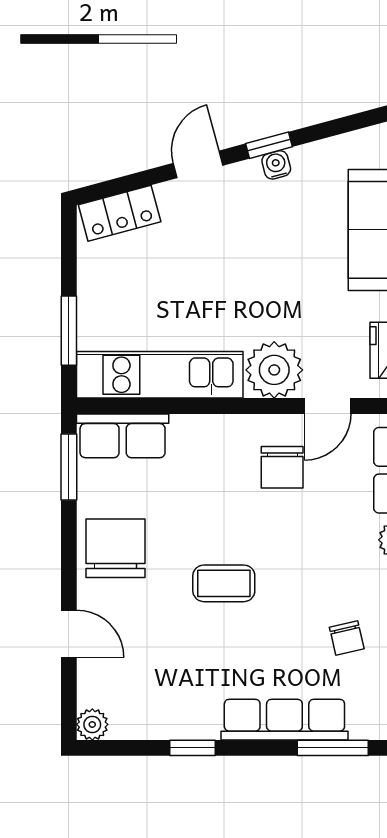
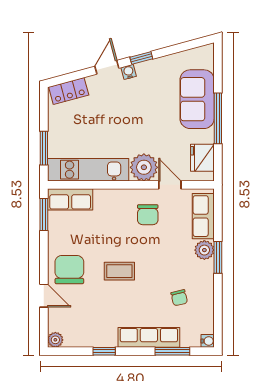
water cooler: (276, 165) -> (129, 72), moved
door: (328, 406) -> (170, 185), swing flipped
chair: (115, 548) -> (69, 270), moved

